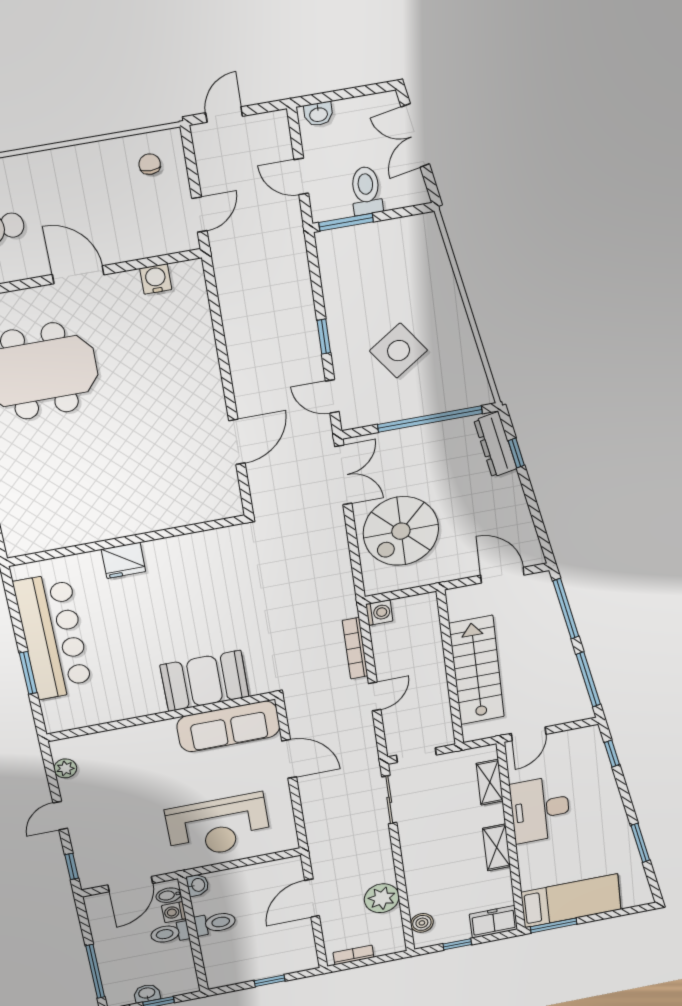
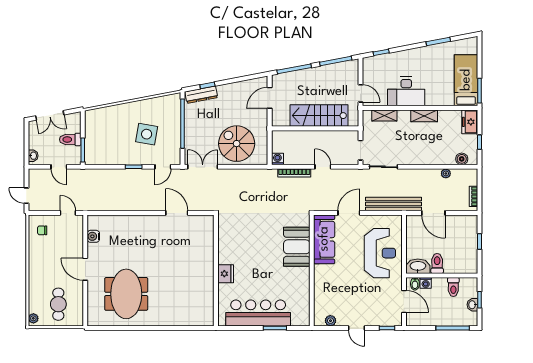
door: (301, 177) -> (59, 167), hinge flipped
door: (78, 275) -> (85, 269), hinge flipped
side table: (399, 351) -> (147, 134), turned 45
spiral stairs: (401, 531) -> (237, 144), turned 180
bench: (319, 830) -> (394, 204), added
washbasin: (198, 885) -> (418, 266), width x1.91, depth x1.45
plant: (382, 898) -> (446, 173), width x0.53, depth x0.53
toilet: (170, 933) -> (453, 287), moved

